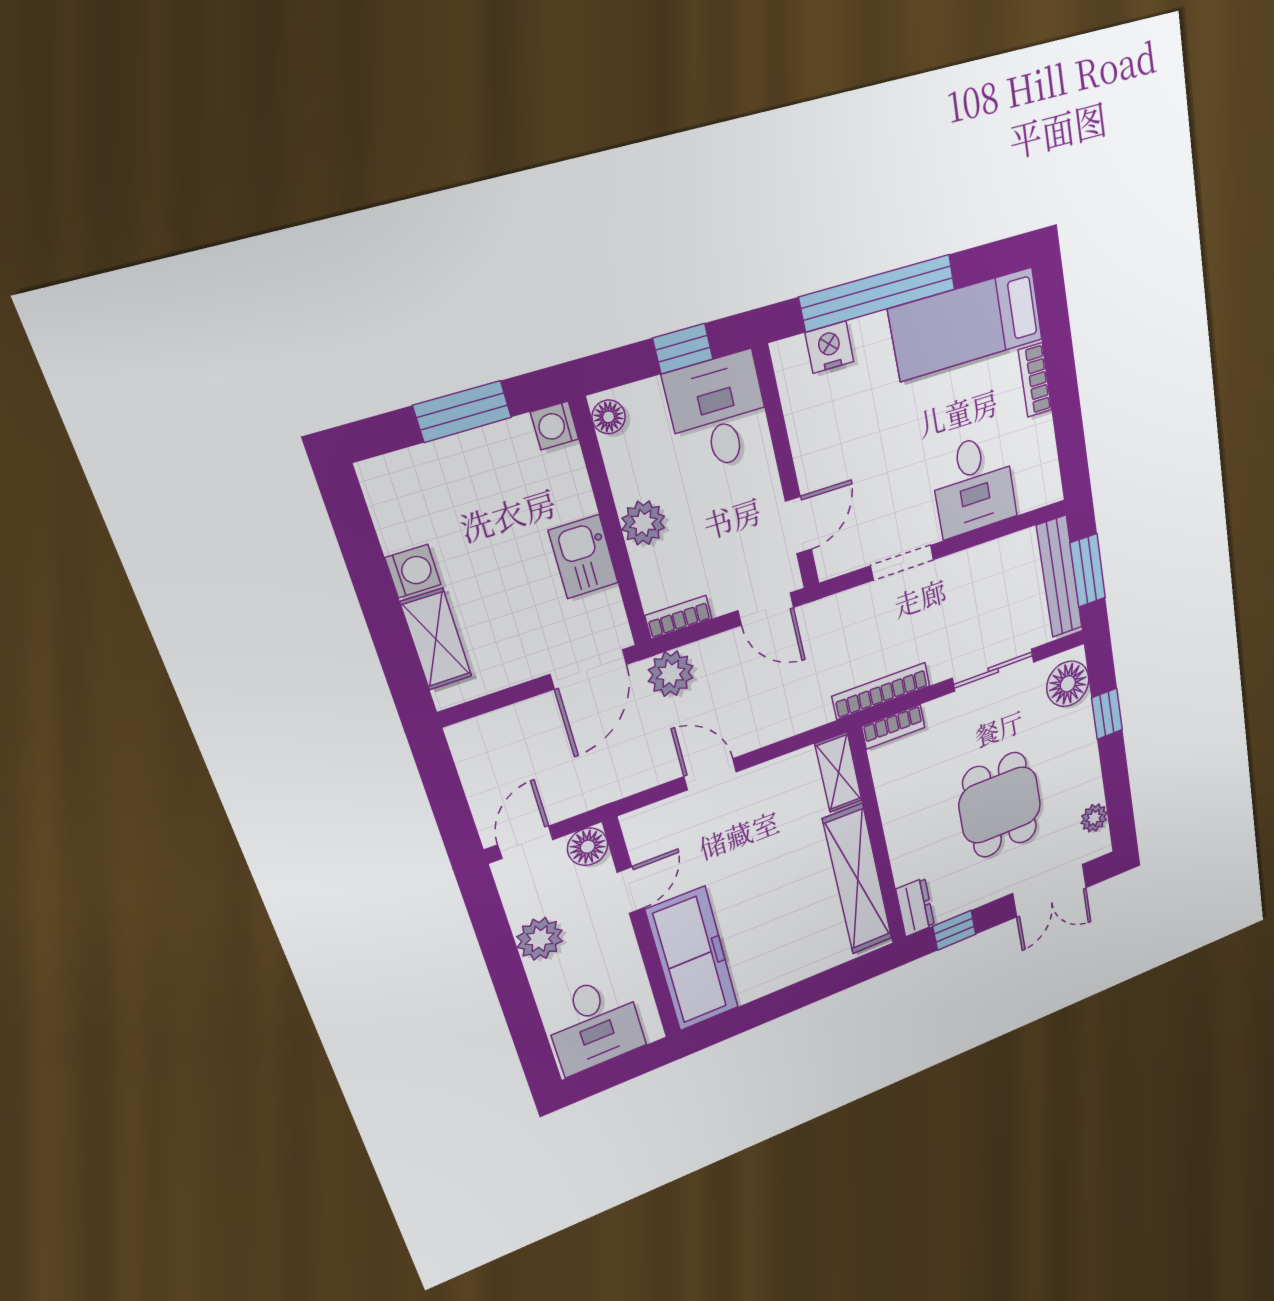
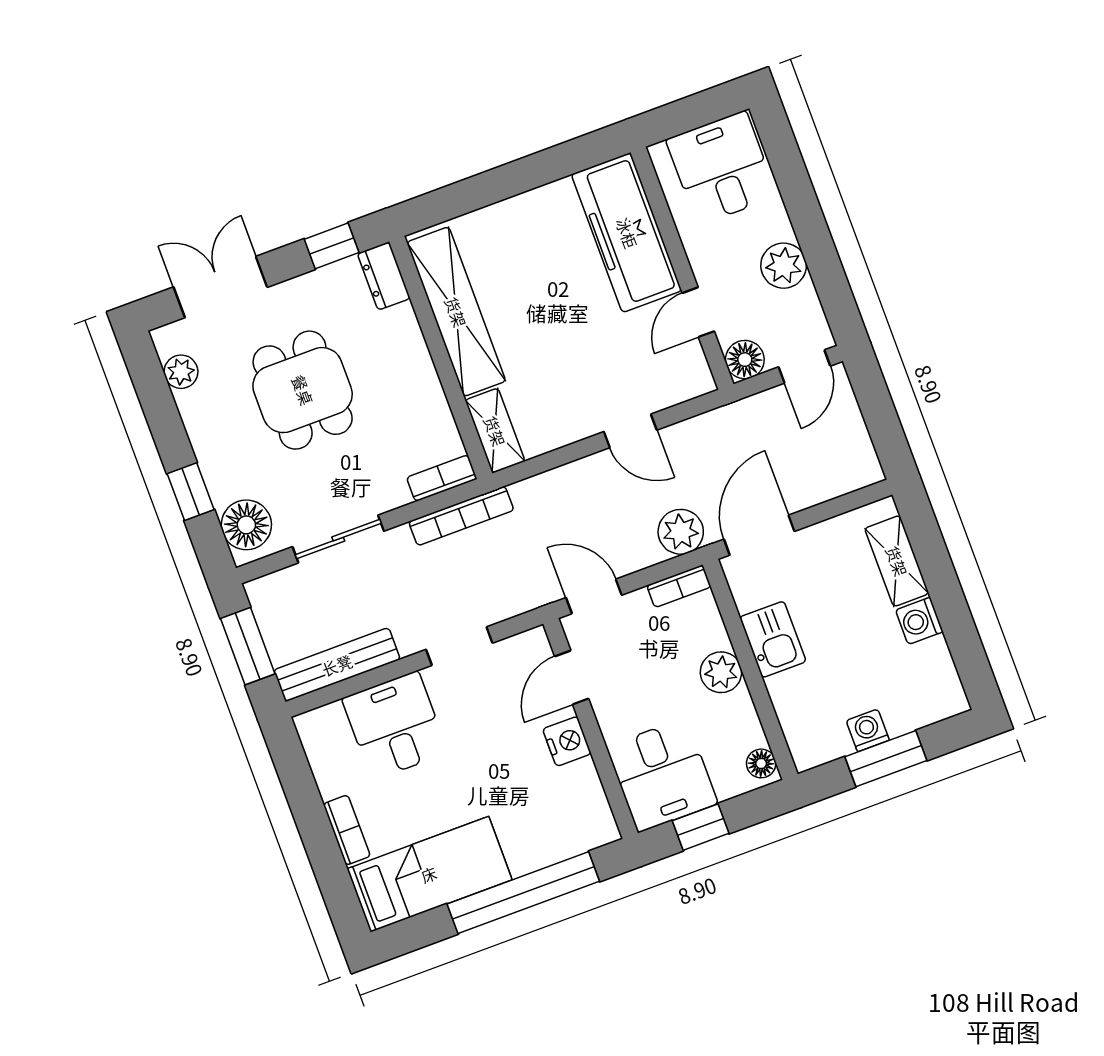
nightstand: (830, 347) -> (567, 741), moved, turned -90
washing machine: (555, 426) -> (868, 730), moved, turned -90
bench: (1059, 577) -> (337, 665), moved, turned 90

